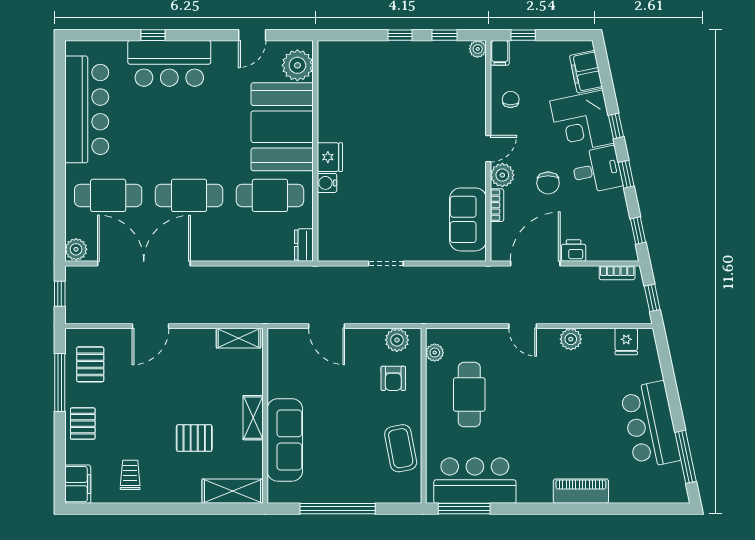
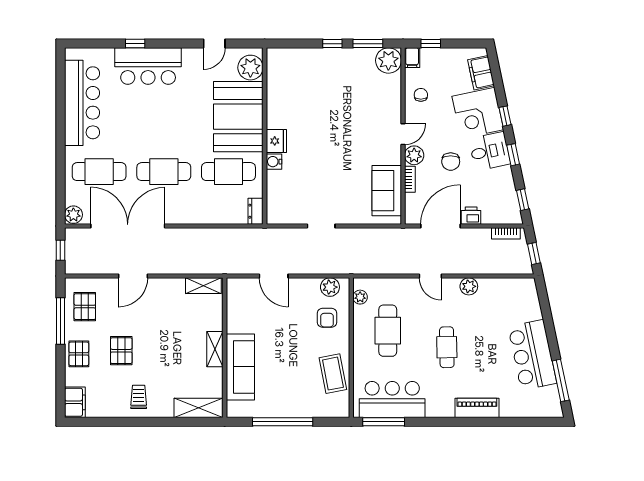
window: (444, 35) -> (368, 44), width x1.50
plant: (478, 49) -> (388, 60), width x1.87, depth x1.87
fridge: (626, 342) -> (513, 288), removed
cafe table: (543, 415) -> (447, 347), added
pallet: (194, 438) -> (121, 351), moved, turned 90
trolley: (130, 475) -> (139, 397), moved

